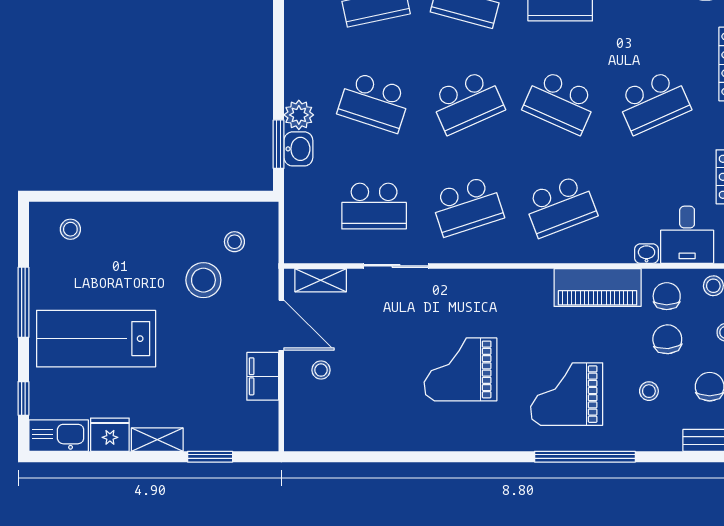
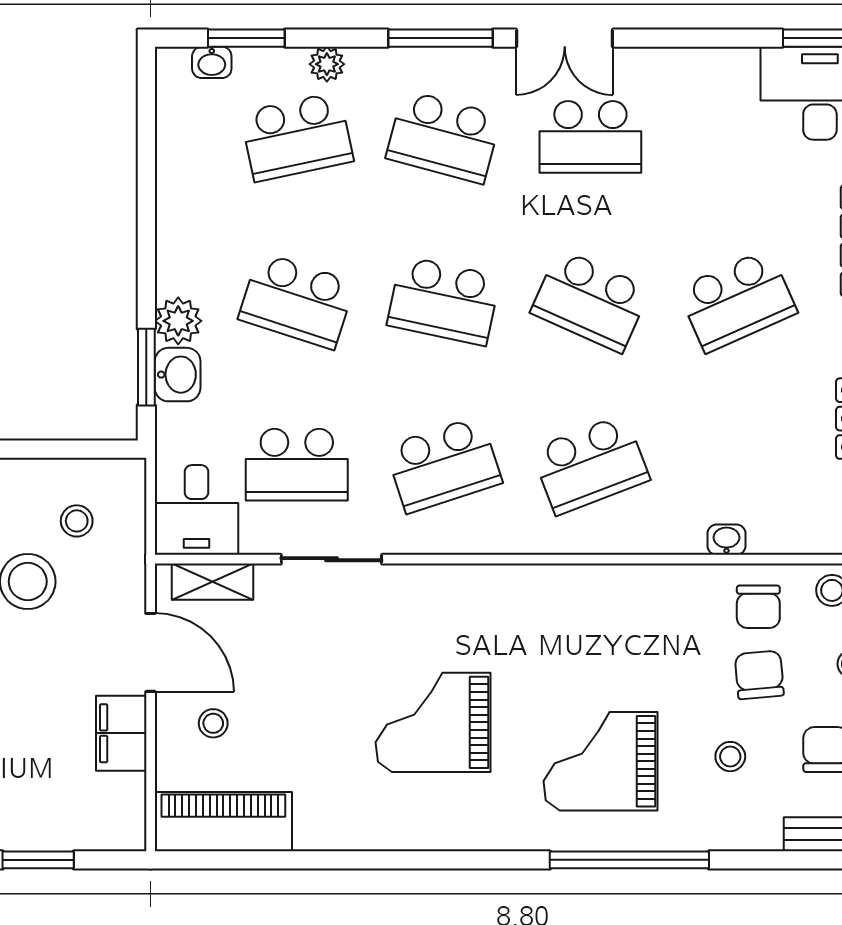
school desk: (467, 102) -> (444, 301), turned 36
desk: (687, 235) -> (197, 510), moved
piano: (598, 288) -> (223, 822), moved, turned 180
chair: (667, 296) -> (758, 607), turned 180

